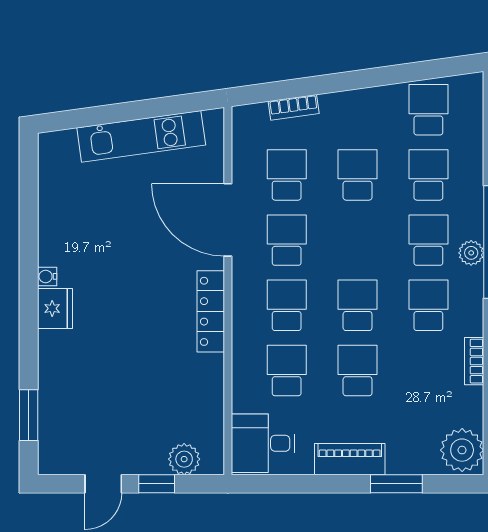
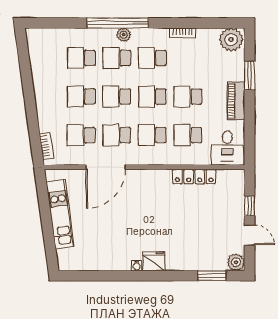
bookcase: (294, 107) -> (46, 146), moved
school desk: (428, 110) -> (117, 97), moved
locker: (211, 311) -> (194, 176), moved
plant: (184, 459) -> (236, 262), moved

